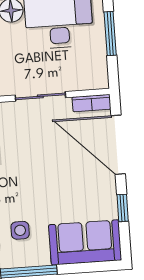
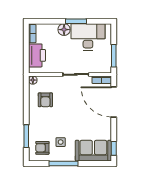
window: (110, 34) -> (114, 56), moved
window: (123, 208) -> (114, 148), moved

